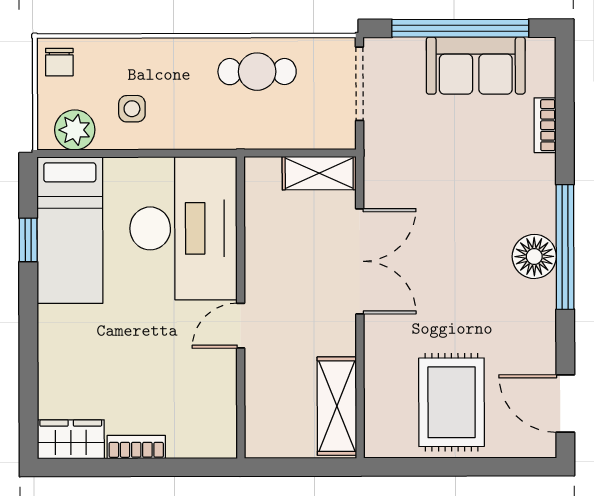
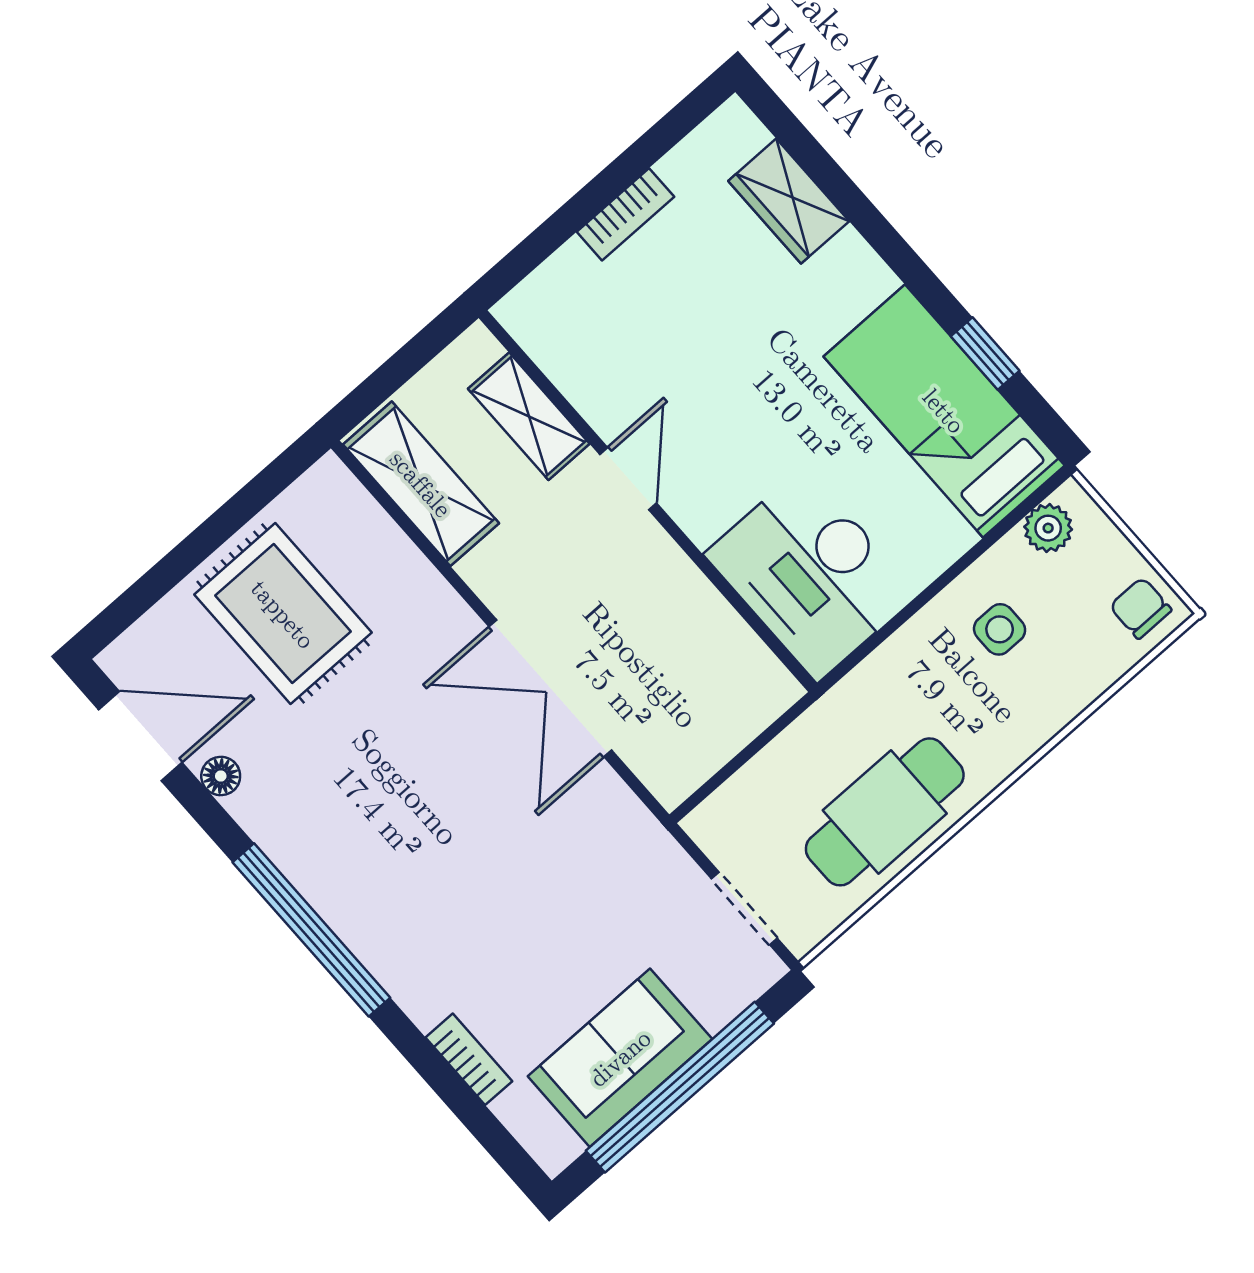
cafe table: (257, 72) -> (885, 812), width x1.37, depth x1.35
doorway: (360, 84) -> (744, 908), width x0.73
plant: (75, 130) -> (1048, 528), width x0.73, depth x0.73
shelving: (319, 173) -> (529, 416), moved, turned 90
desk: (183, 228) -> (811, 574), width x0.73, depth x0.77
floor lamp: (534, 256) -> (221, 776), moved, width x0.53, depth x0.53
wardrobe: (71, 439) -> (789, 201), moved, turned 90

